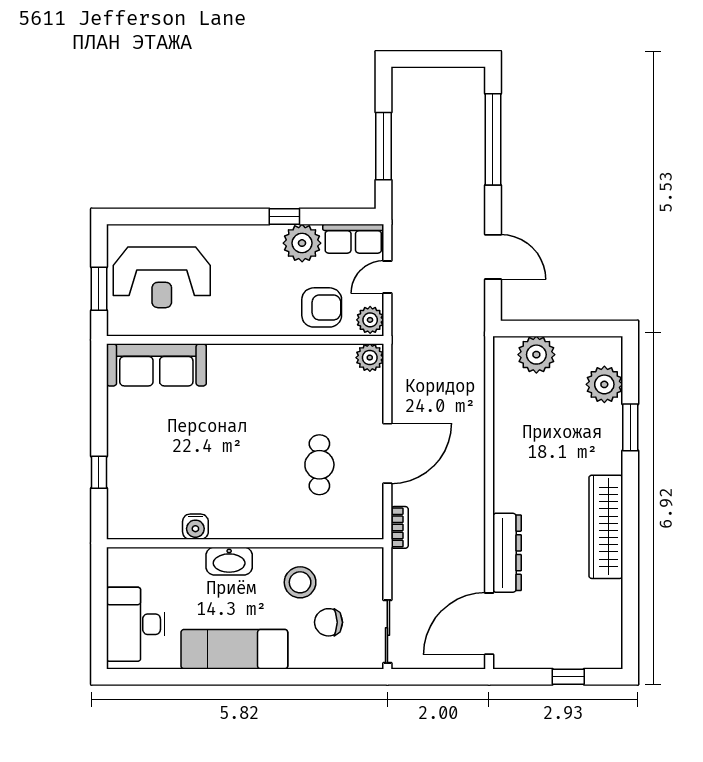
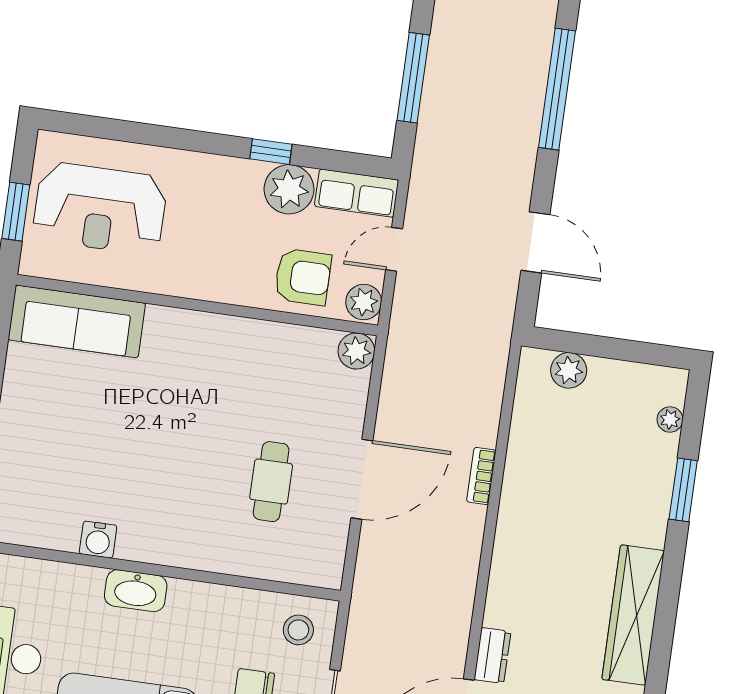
plant: (536, 355) -> (569, 370), width x0.73, depth x0.73
plant: (604, 384) -> (670, 419), width x0.53, depth x0.53
bookcase: (400, 527) -> (481, 476), moved, turned 180
dresser: (507, 553) -> (492, 656), width x0.51, depth x0.80
stool: (300, 582) -> (298, 630), moved, width x0.73, depth x0.73

